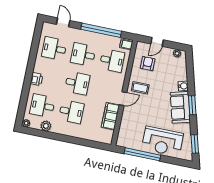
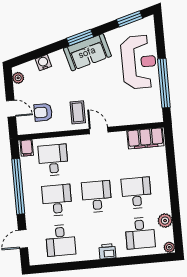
desk: (83, 54) -> (57, 200), turned 180
water cooler: (183, 86) -> (43, 63), moved
filing cabinet: (110, 116) -> (145, 138), moved

